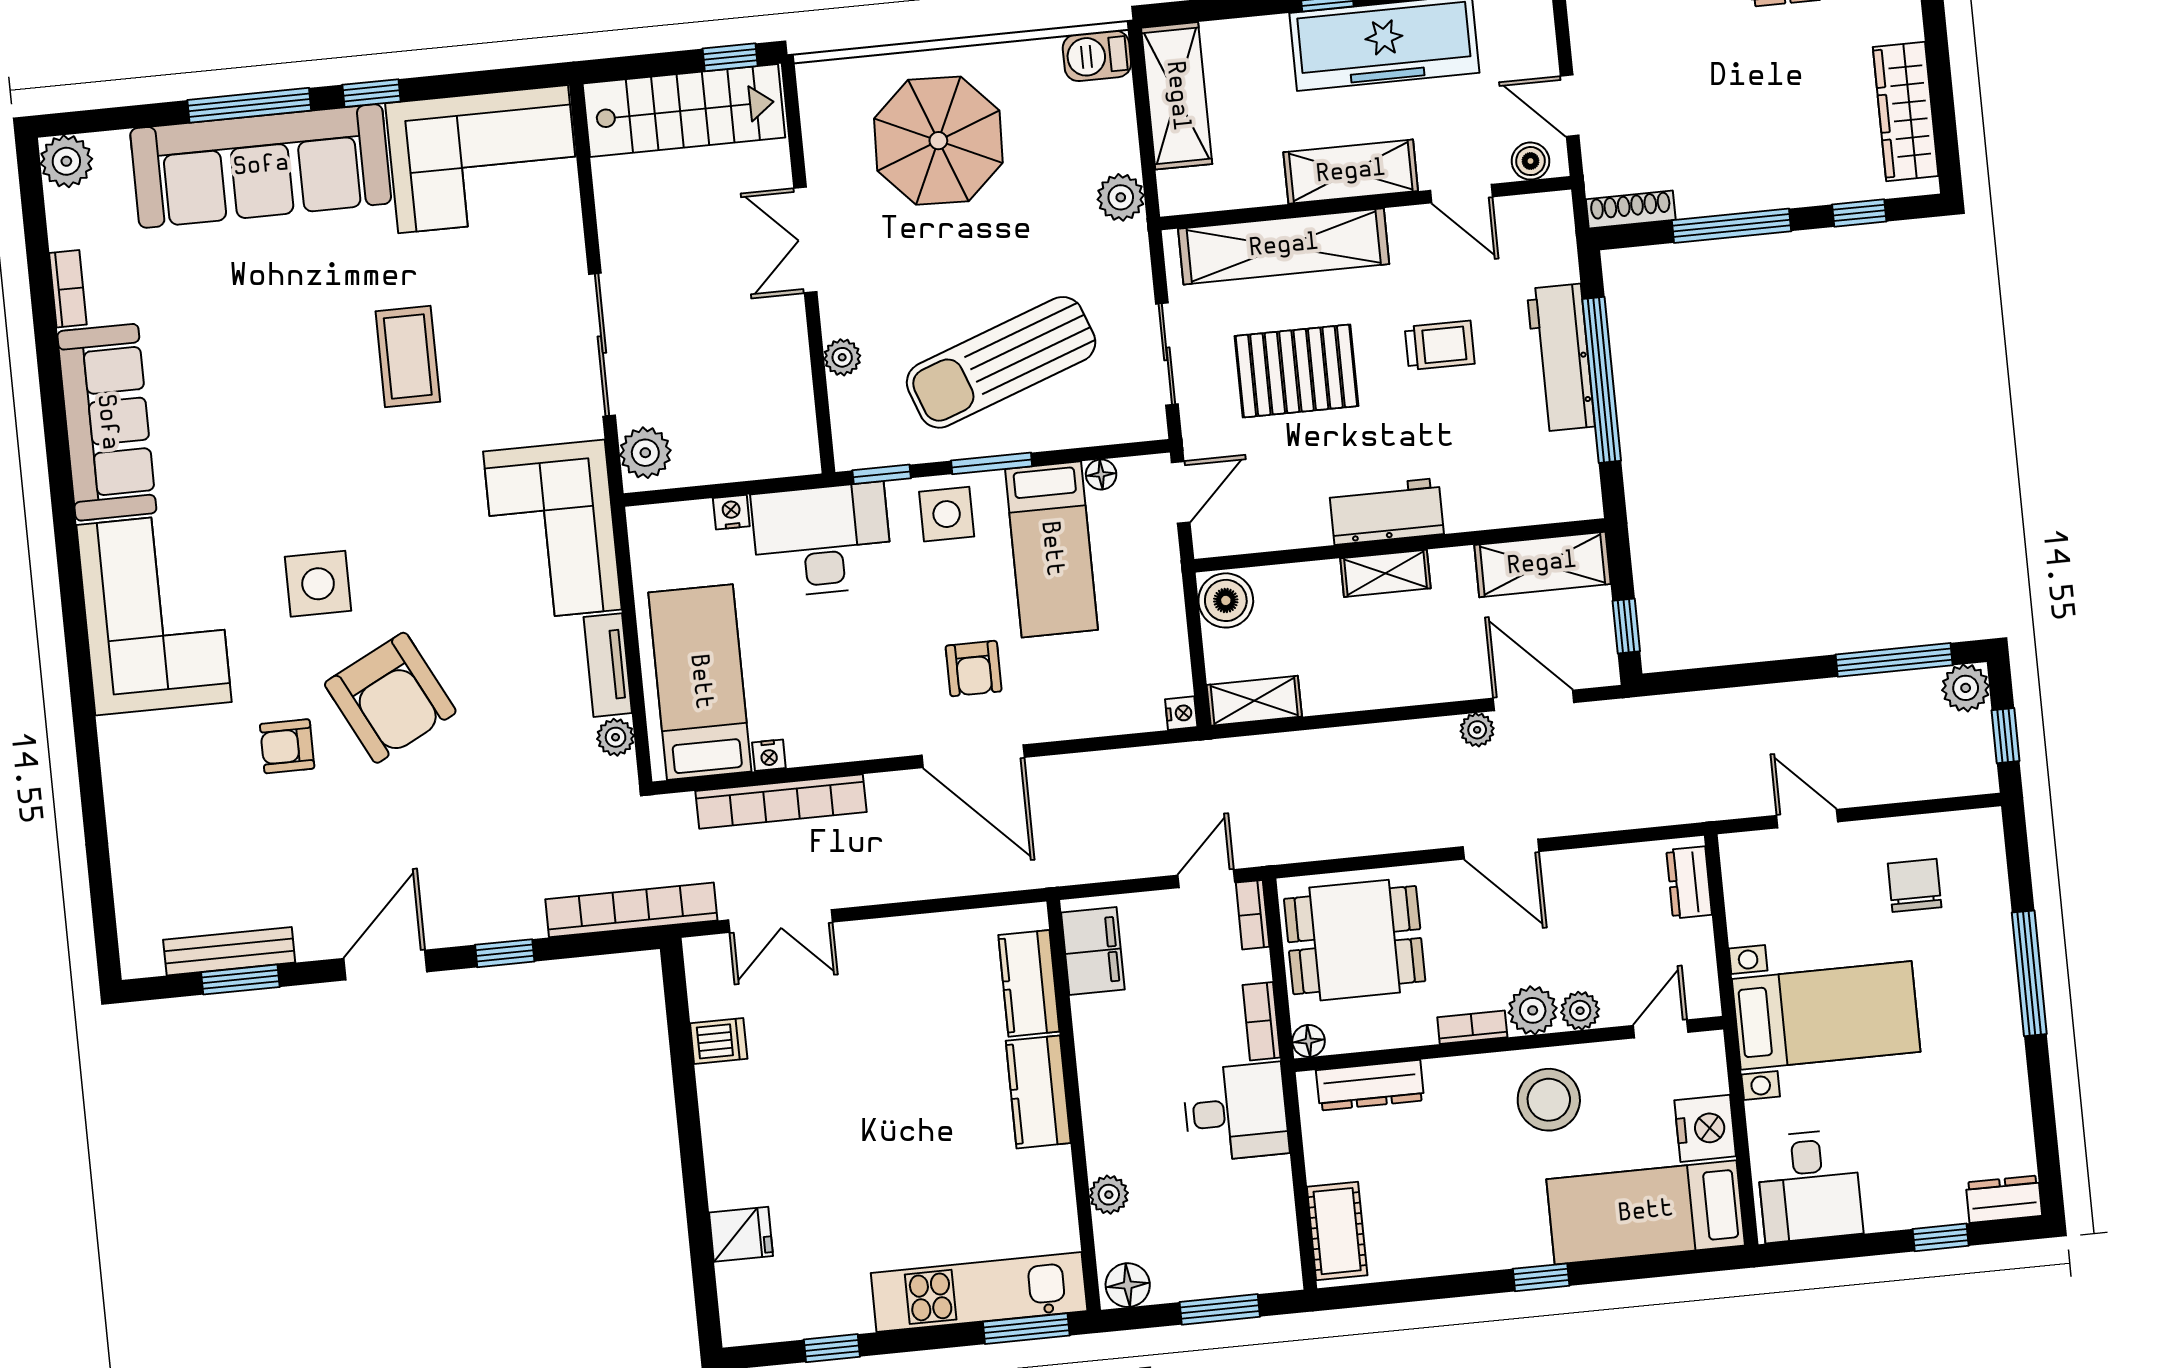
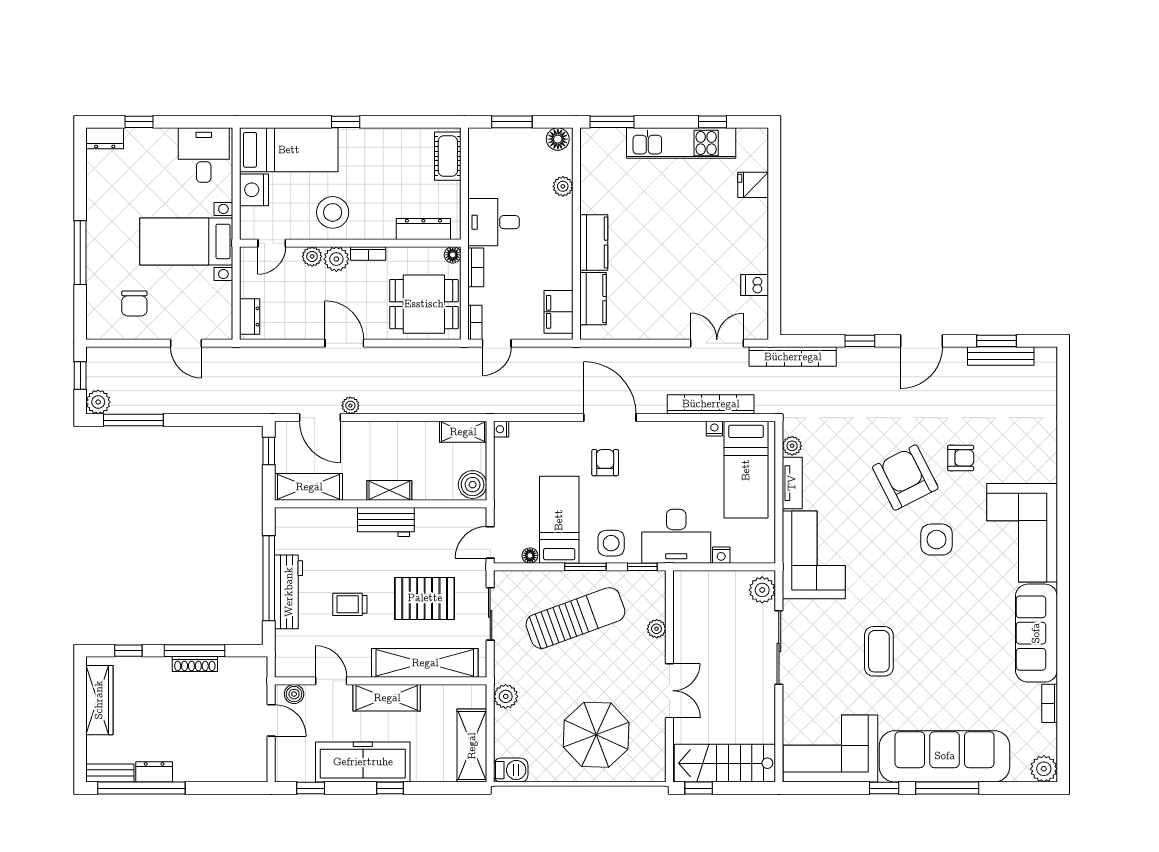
shoe rack: (1631, 210) -> (195, 664), moved
kitchen unit: (979, 1292) -> (681, 143), moved

